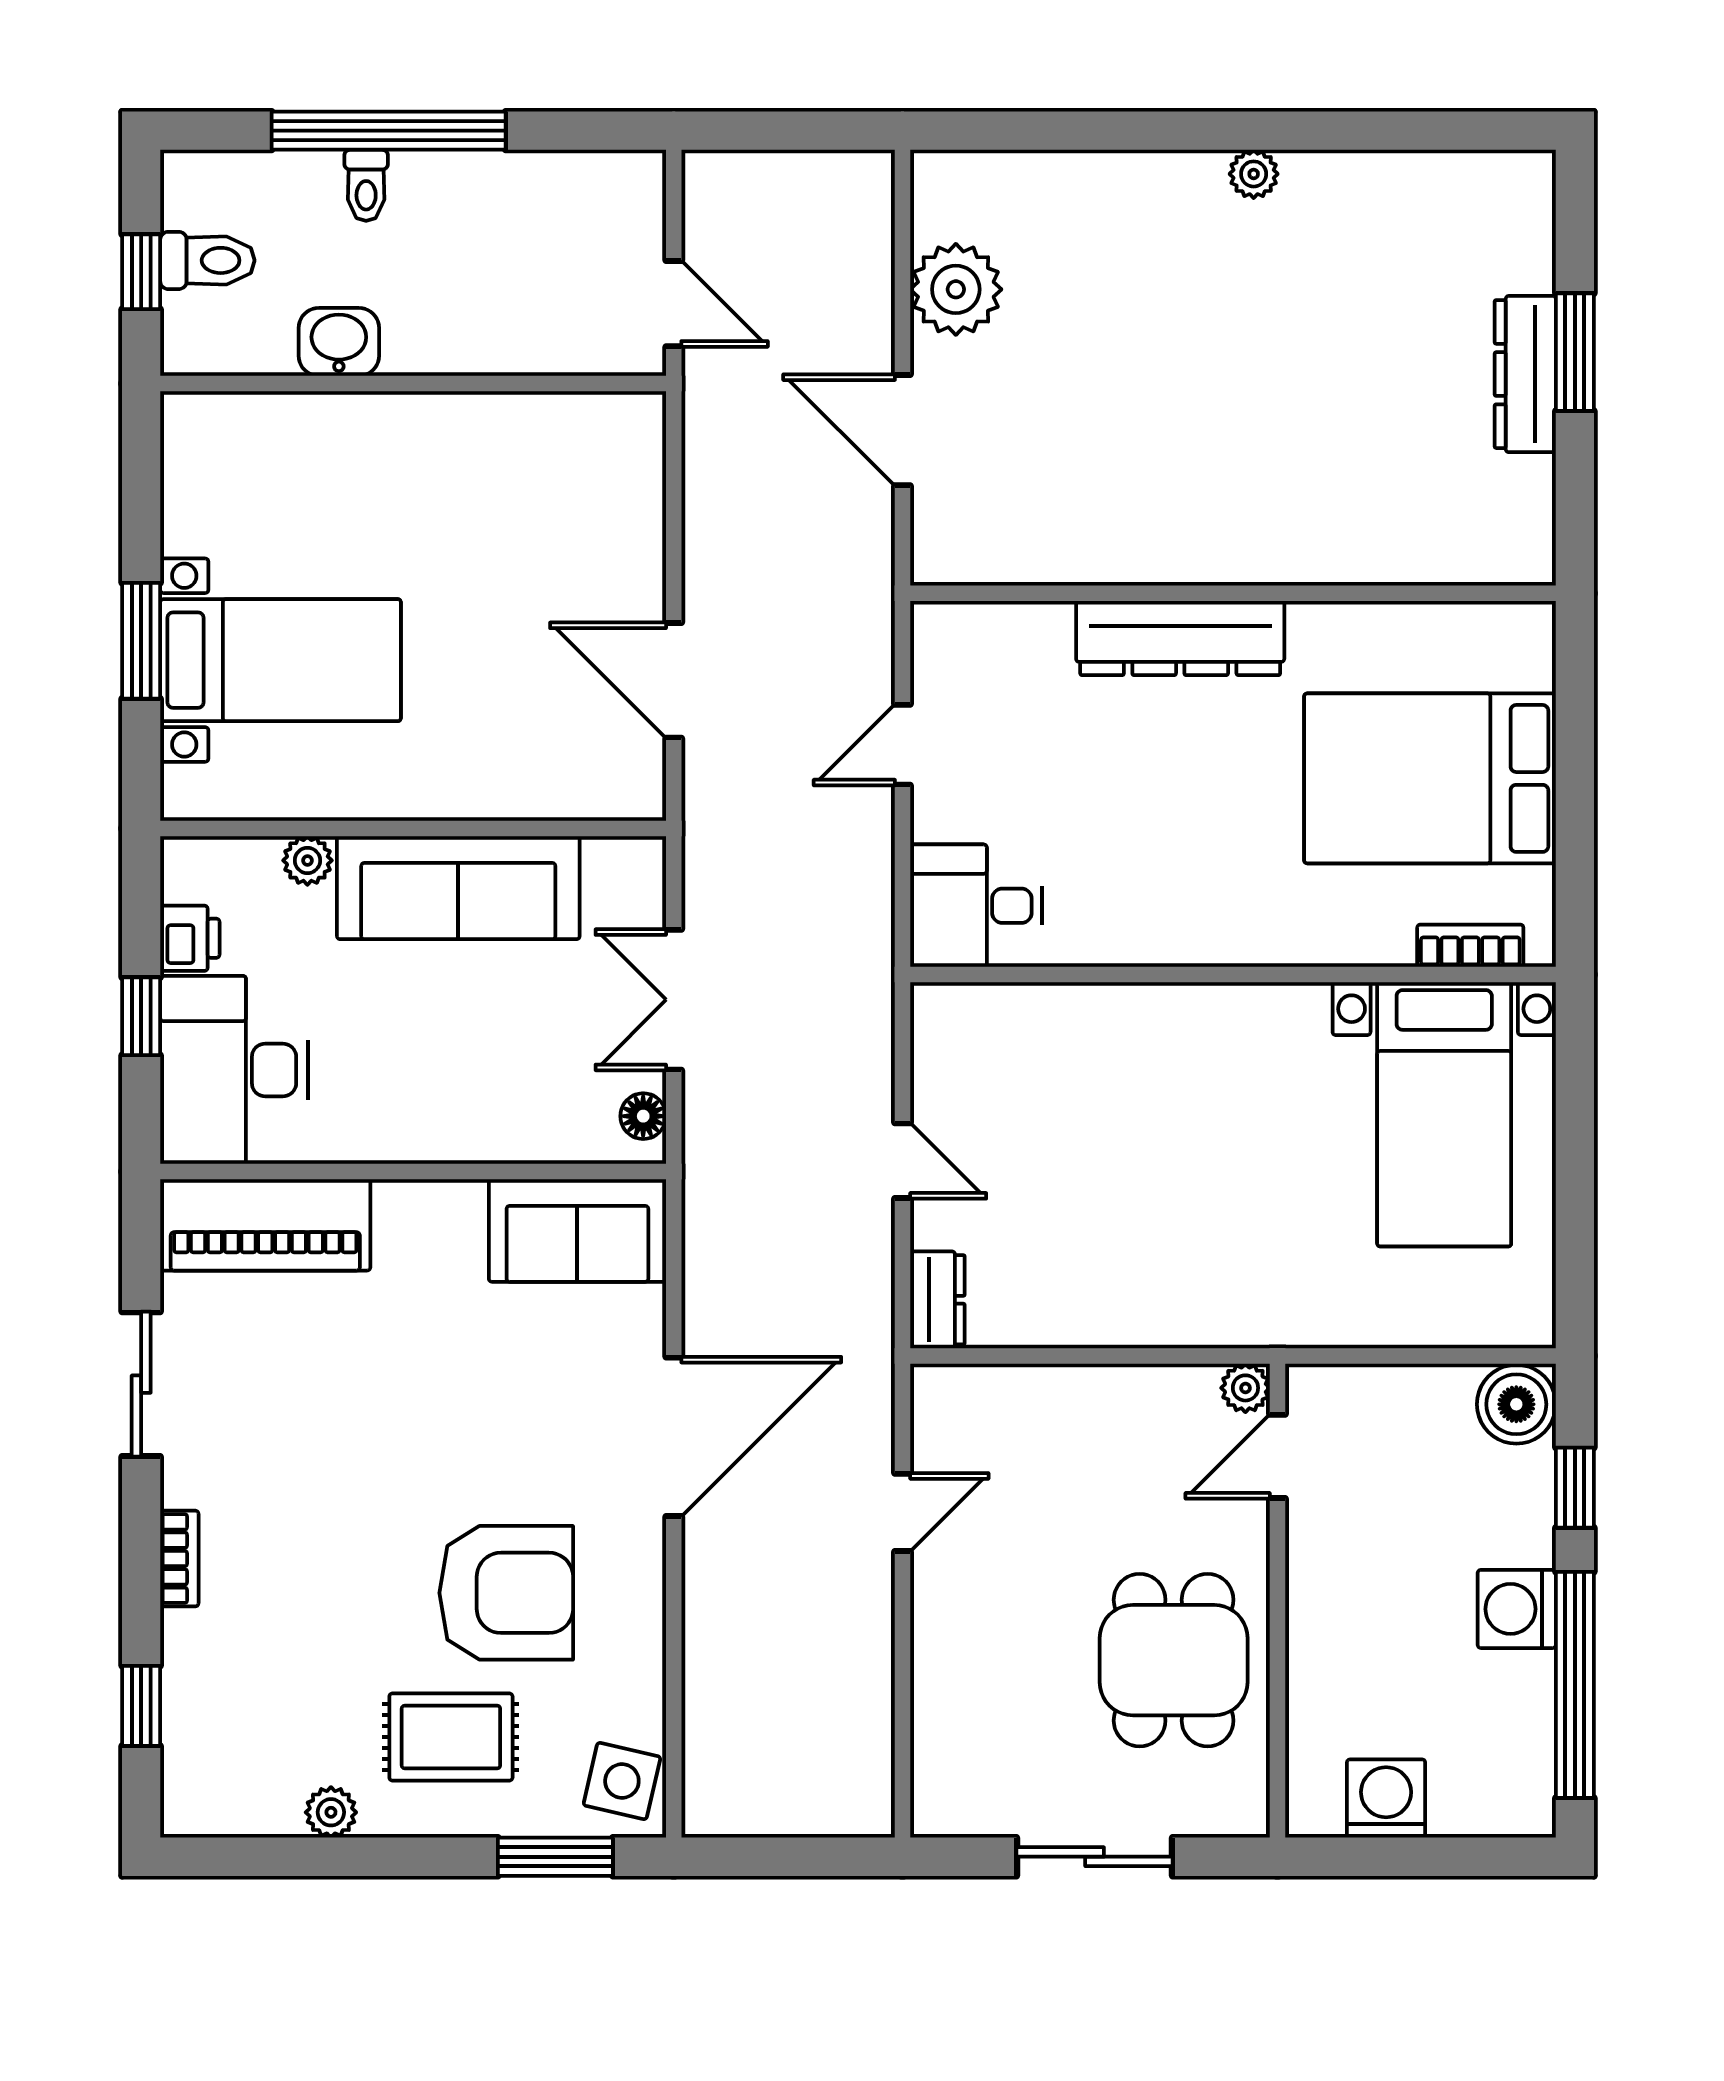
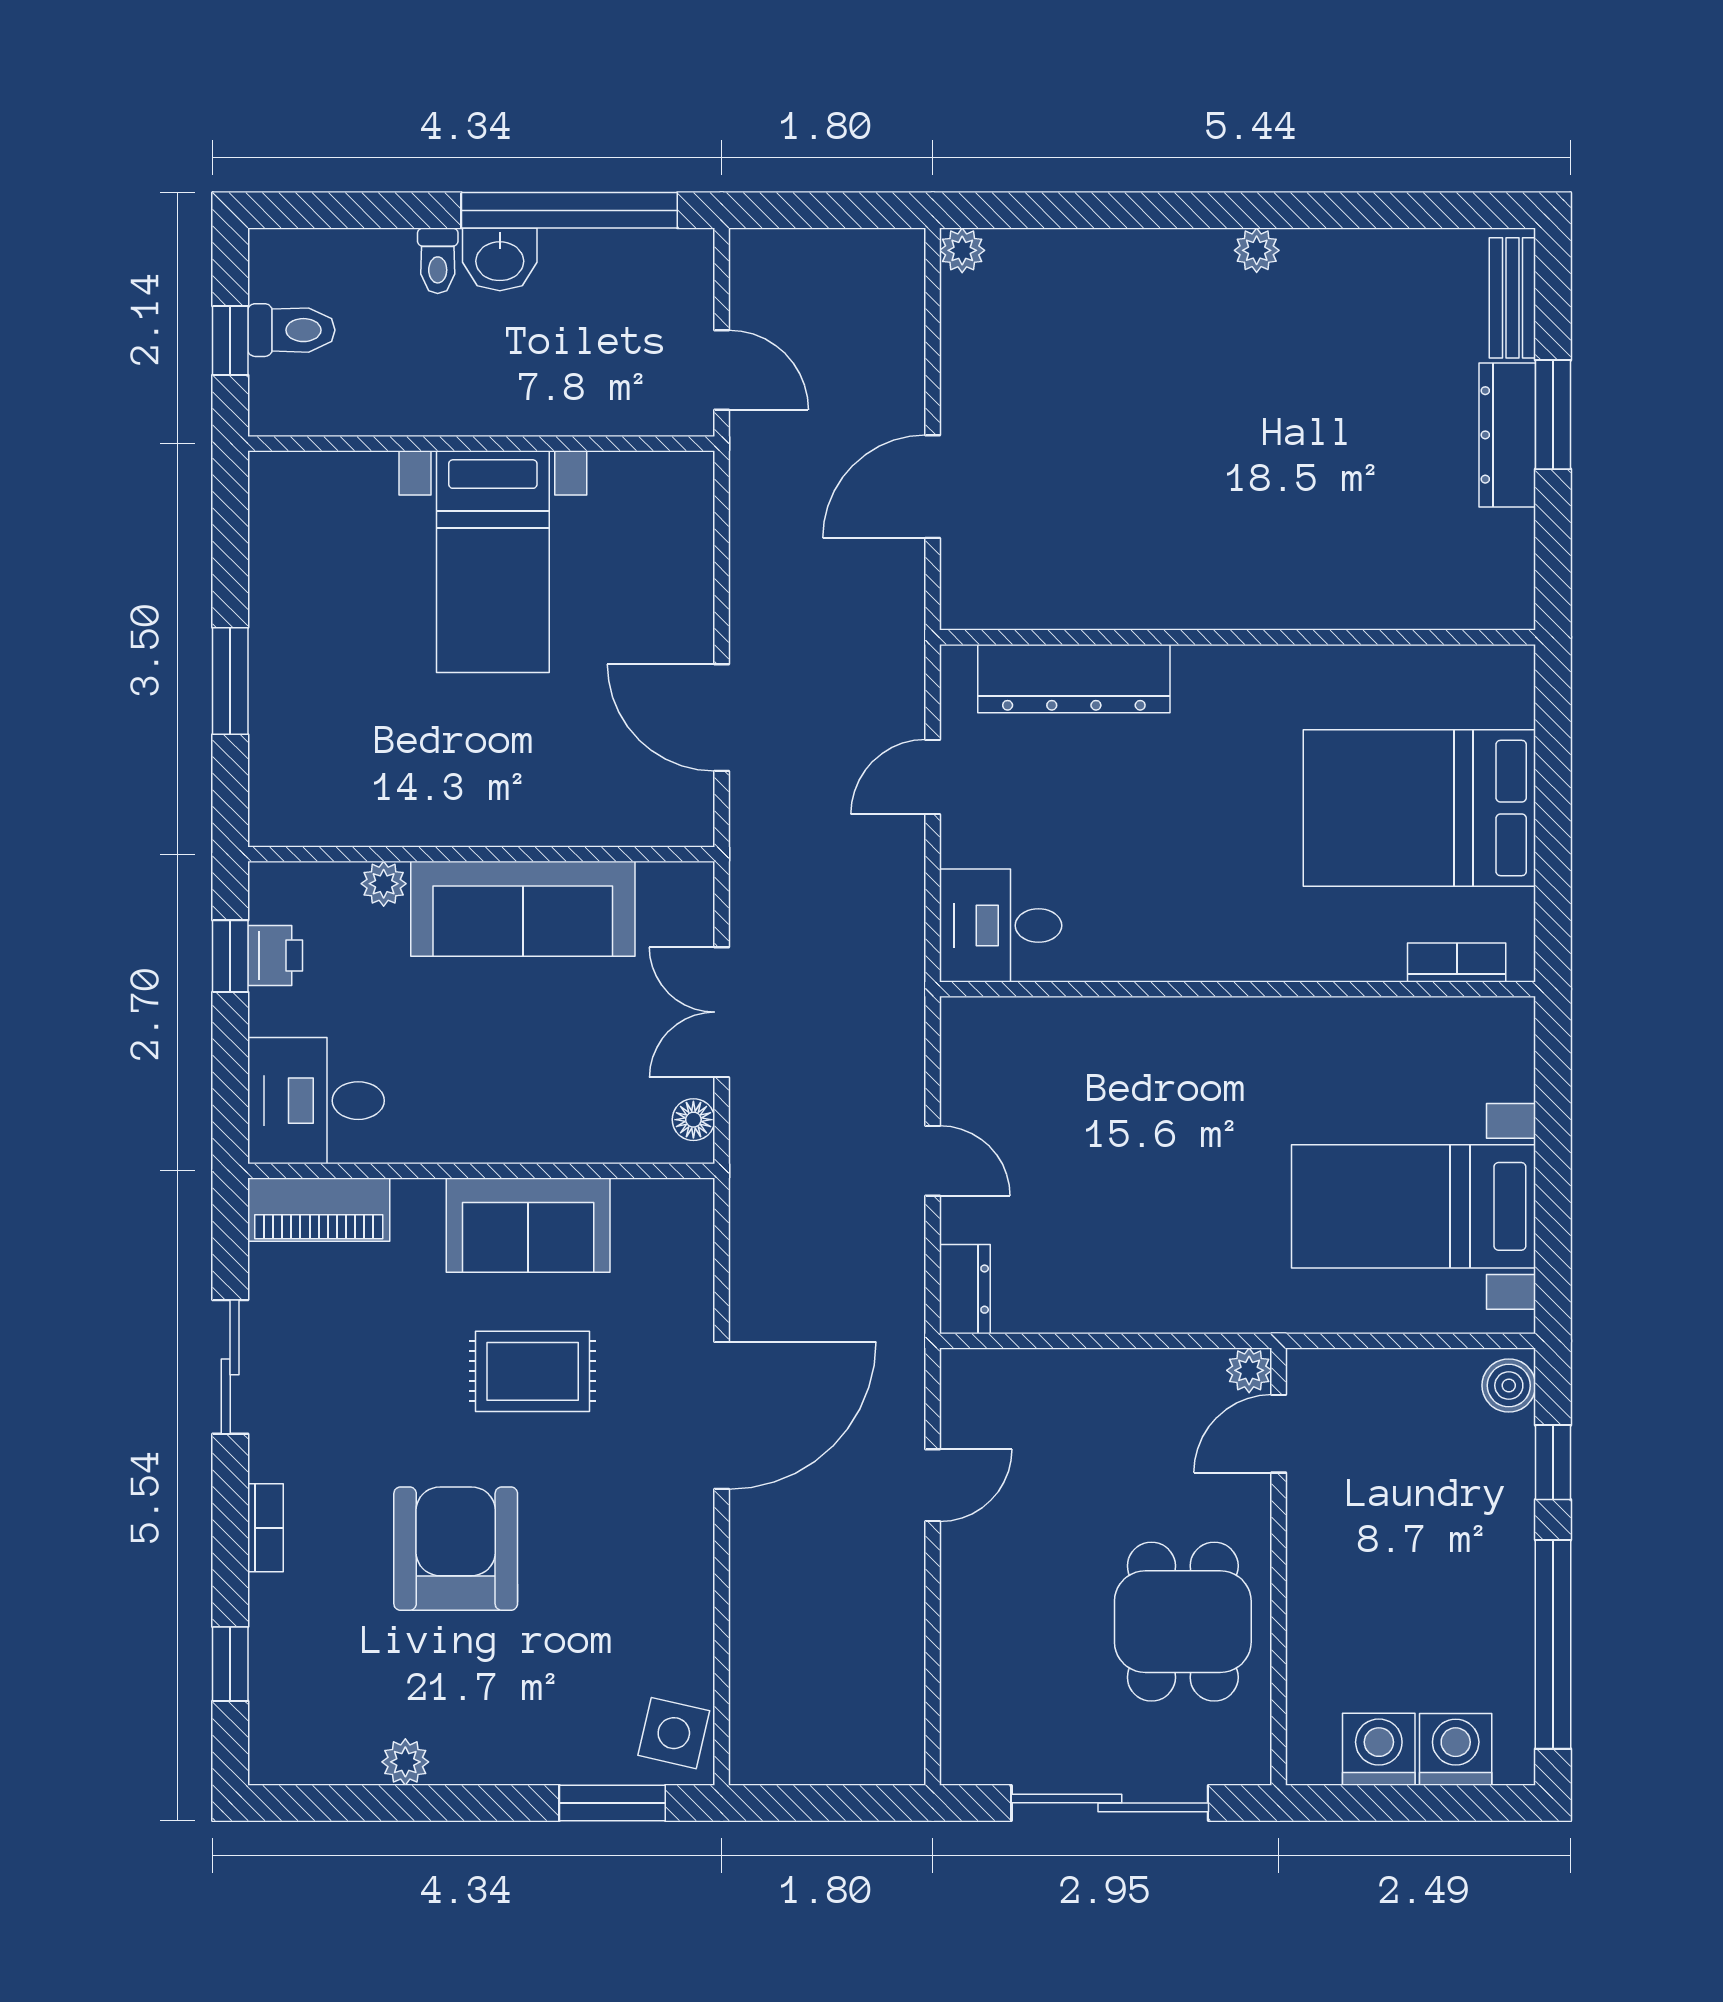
window: (389, 131) -> (569, 210), moved
bench: (1531, 225) -> (1512, 298), added
plant: (956, 289) -> (962, 250), moved, width x0.53, depth x0.53
washbasin: (339, 342) -> (500, 259), moved, turned 180
door: (903, 430) -> (933, 487), hinge flipped
dresser: (1180, 638) -> (1074, 679), moved
bed with nightstands: (281, 660) -> (493, 562), moved, turned 90
window: (141, 1016) -> (230, 956), moved
desk: (234, 1070) -> (316, 1101), width x0.73
bed with nightstands: (1444, 1114) -> (1414, 1206), moved, turned 90
piano: (265, 1225) -> (319, 1210), width x0.73, depth x0.75
sofa: (577, 1231) -> (528, 1225), moved
boiler: (1516, 1404) -> (1509, 1385), width x0.73, depth x0.73
armchair: (506, 1593) -> (456, 1549), moved, turned -90
washing machine: (1517, 1609) -> (1456, 1749), moved, turned 90
rug: (451, 1737) -> (533, 1371), moved
sliding door: (1095, 1857) -> (1110, 1803), width x1.37

